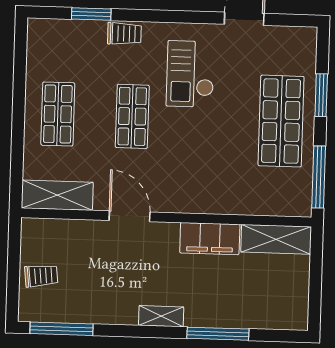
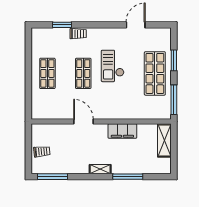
checkout: (190, 74) -> (113, 66), moved
shelving: (57, 195) -> (48, 112), removed
shelving: (276, 239) -> (164, 140), moved, turned 90

